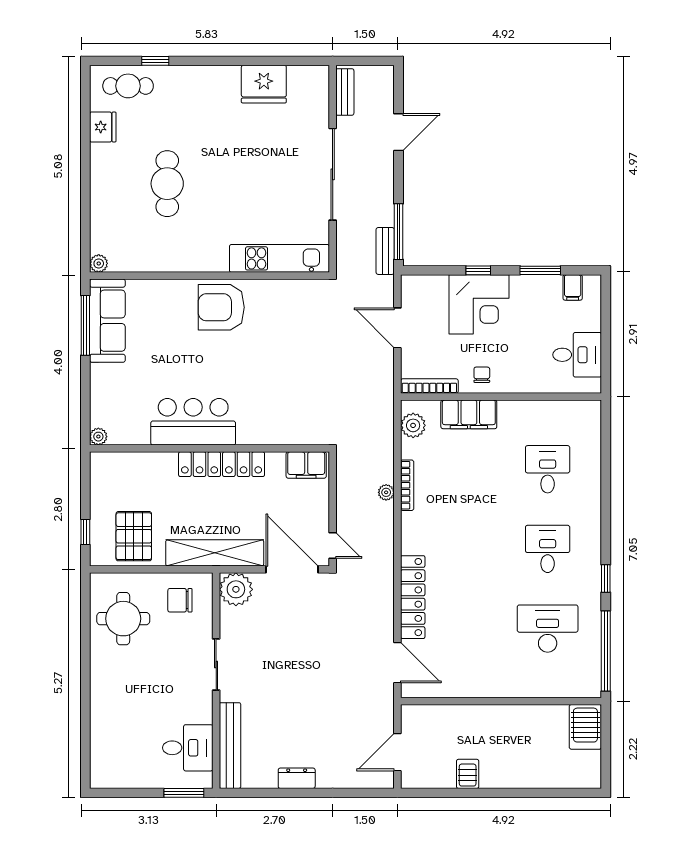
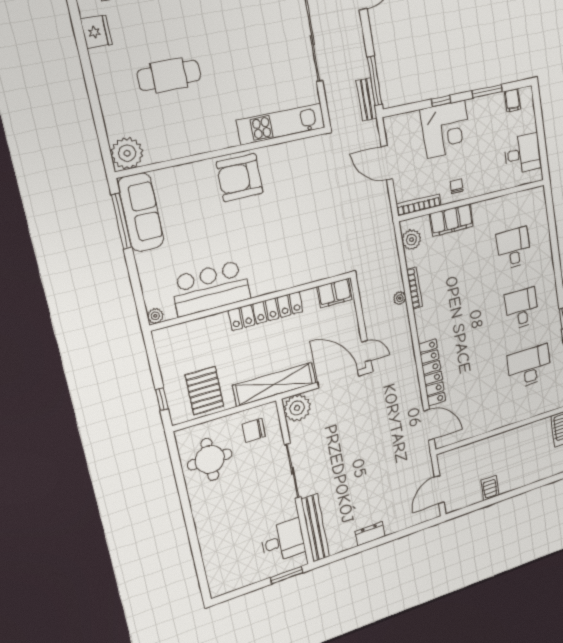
cafe table: (167, 184) -> (169, 75), turned 90
plant: (99, 263) -> (127, 153), width x1.88, depth x1.88
bar counter: (193, 422) -> (211, 288), moved
sliding door: (216, 664) -> (293, 471), width x1.37

